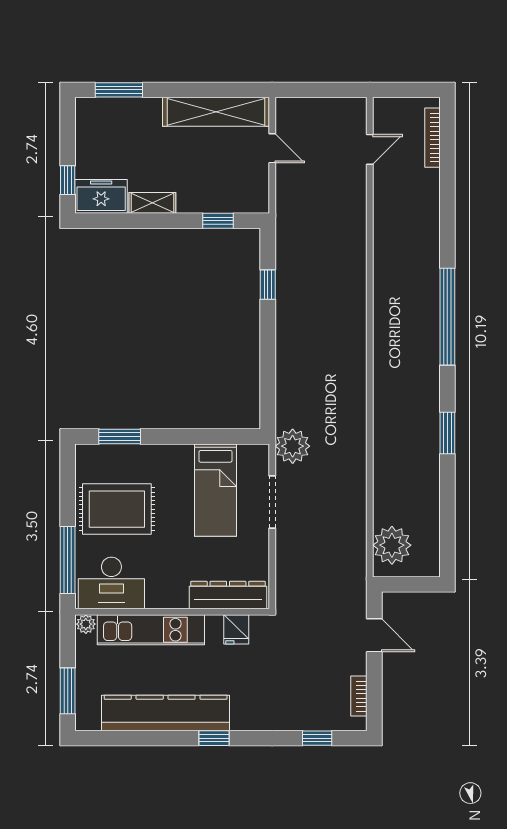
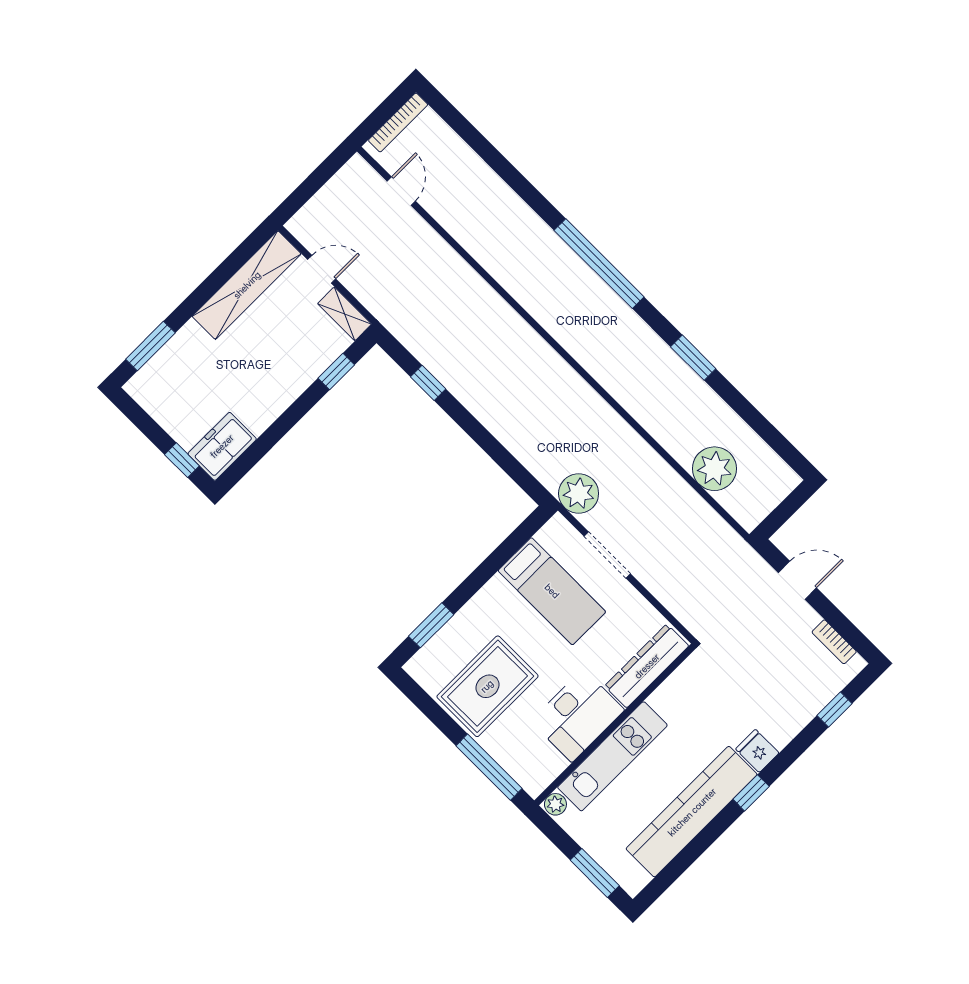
bookcase: (432, 138) -> (398, 122), moved, turned -90
shelving: (152, 203) -> (345, 314), moved, turned 90
plant: (392, 545) -> (714, 469), moved
desk: (111, 583) -> (578, 716), moved
fridge: (236, 629) -> (757, 751), moved, turned 180

